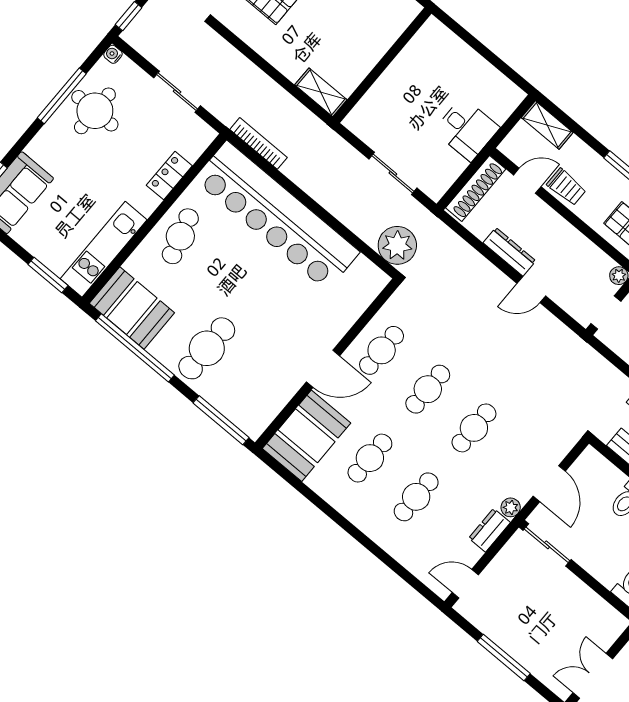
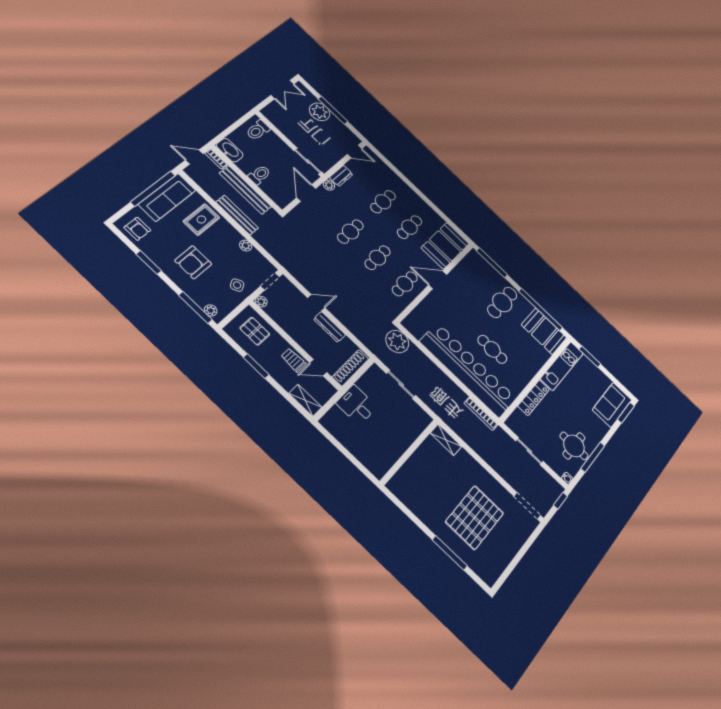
locker: (169, 175) -> (534, 398), width x1.53
cafe table: (180, 236) -> (492, 349), moved, turned -74
plant: (527, 648) -> (320, 112), added

